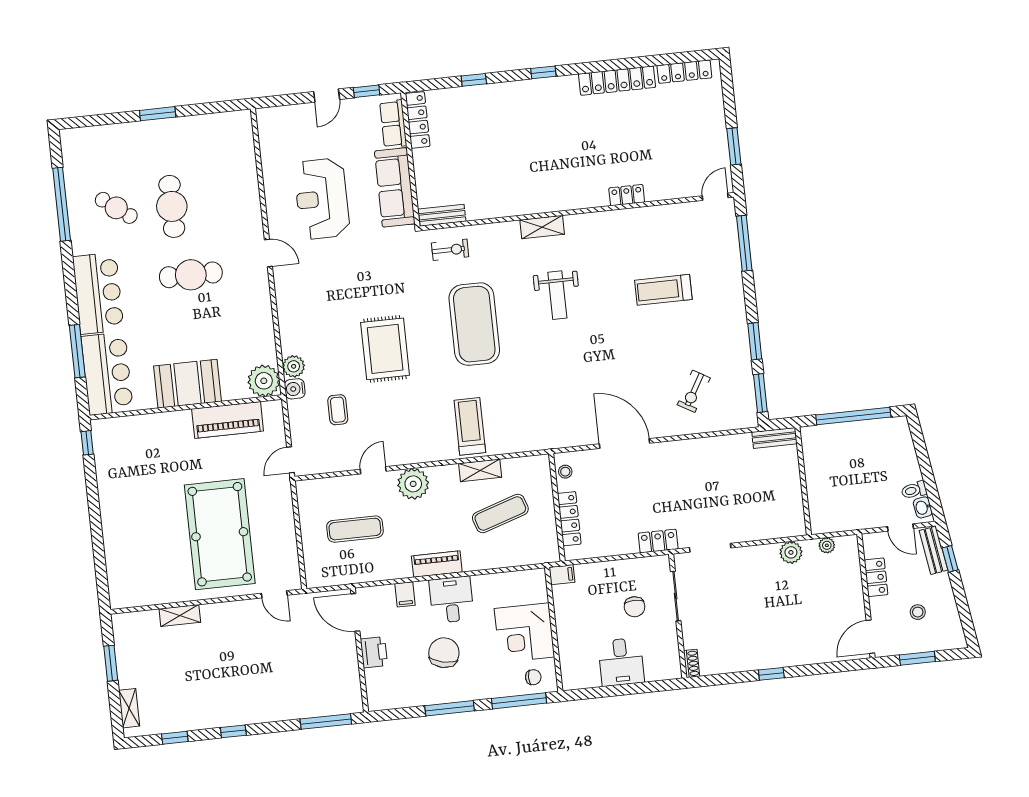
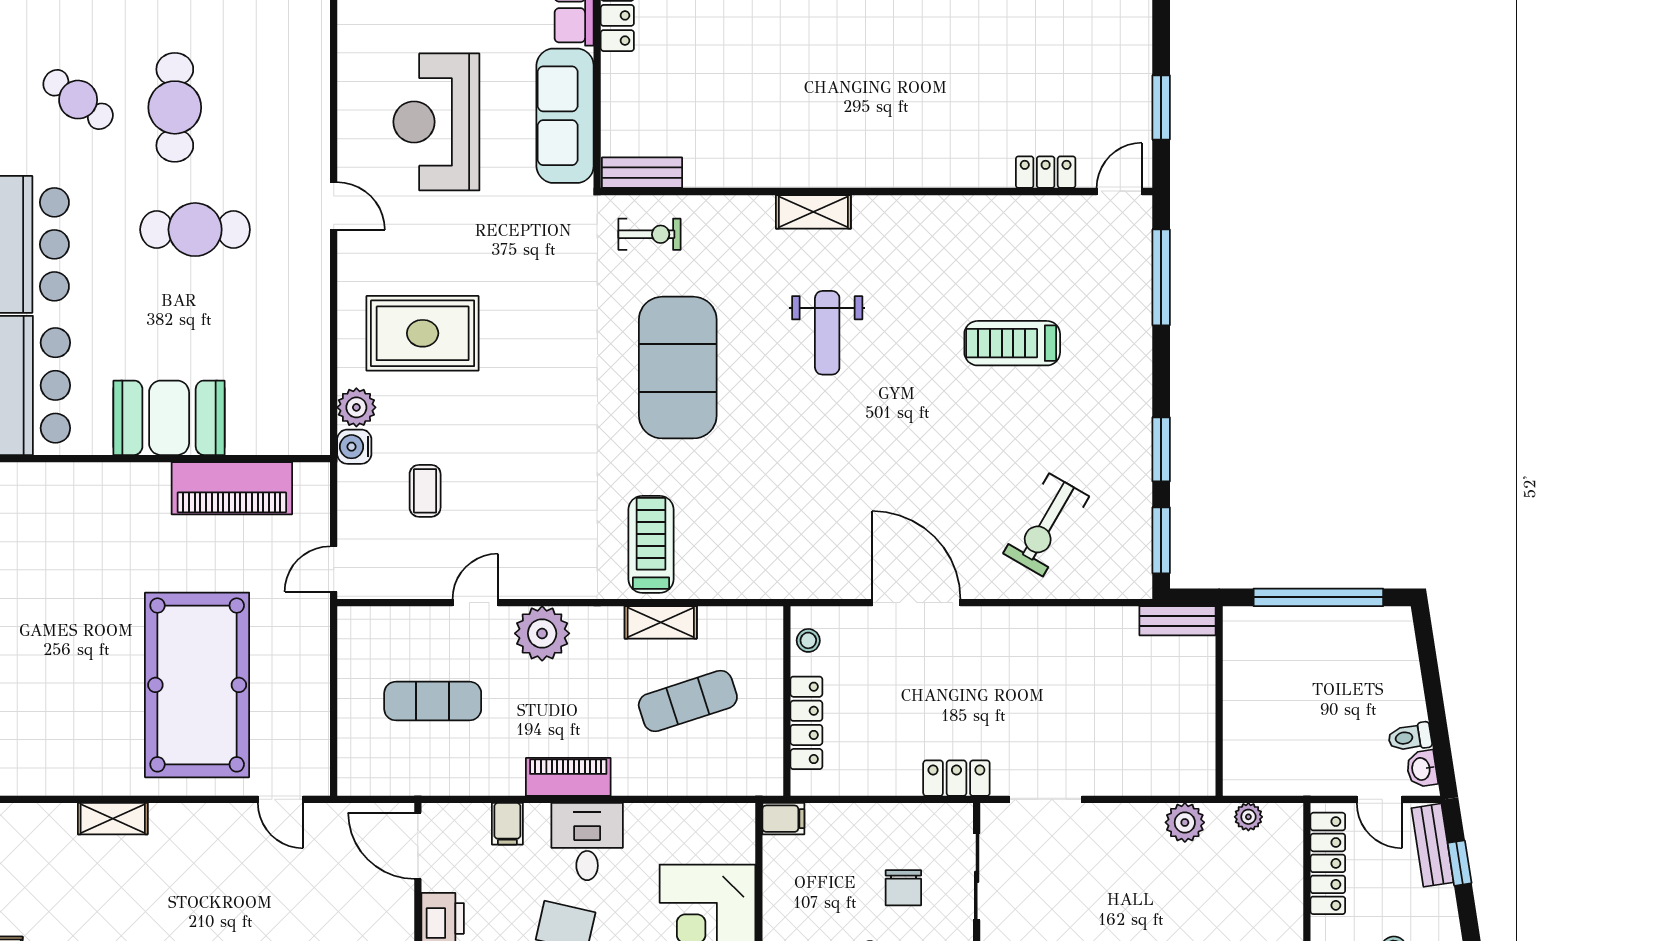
locker: (627, 195) -> (1046, 172), moved
rug: (385, 349) -> (423, 333), moved, turned 90
plant: (264, 381) -> (302, 427), removed
exercise bike: (694, 391) -> (1046, 525), width x1.38, depth x1.39
locker: (876, 577) -> (1328, 863), width x1.53

